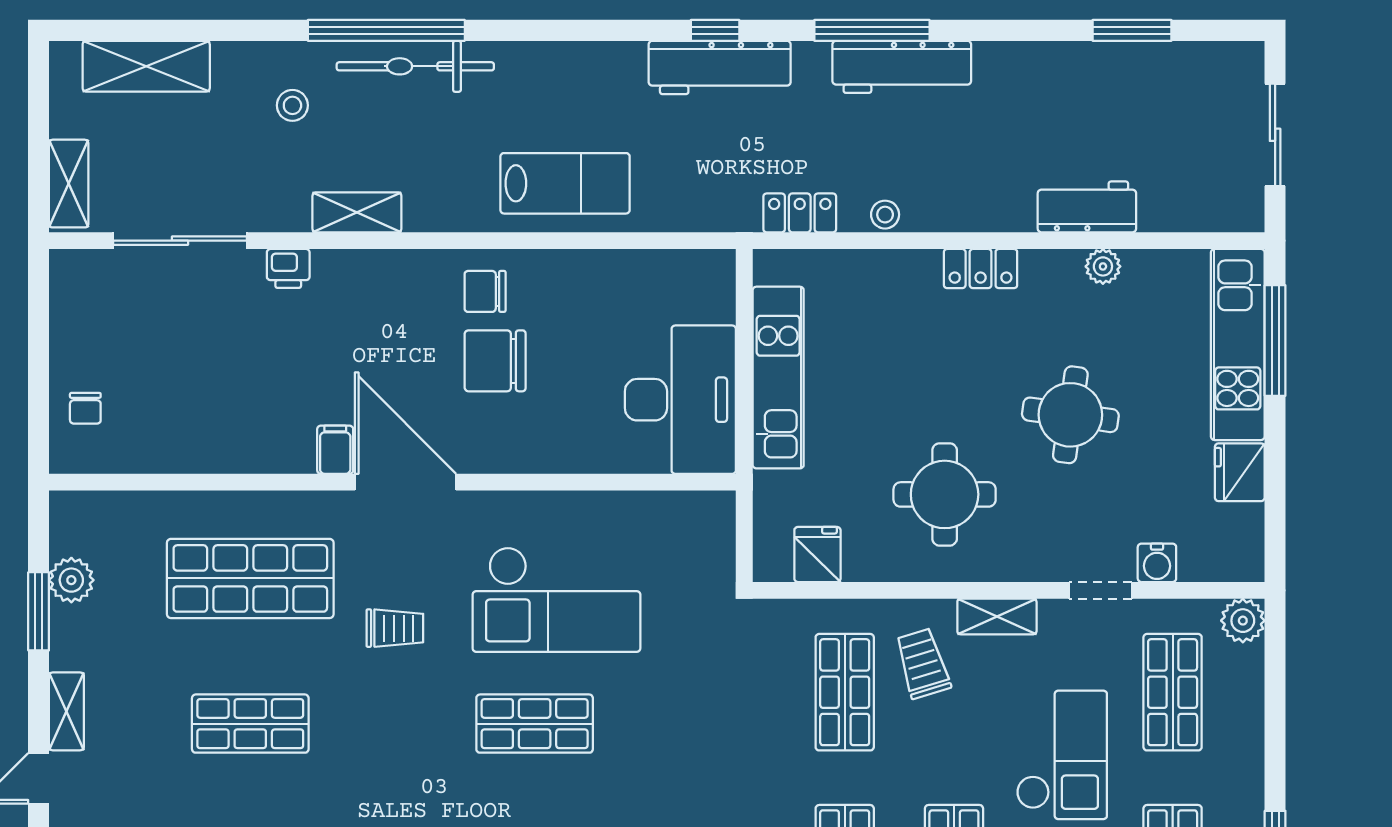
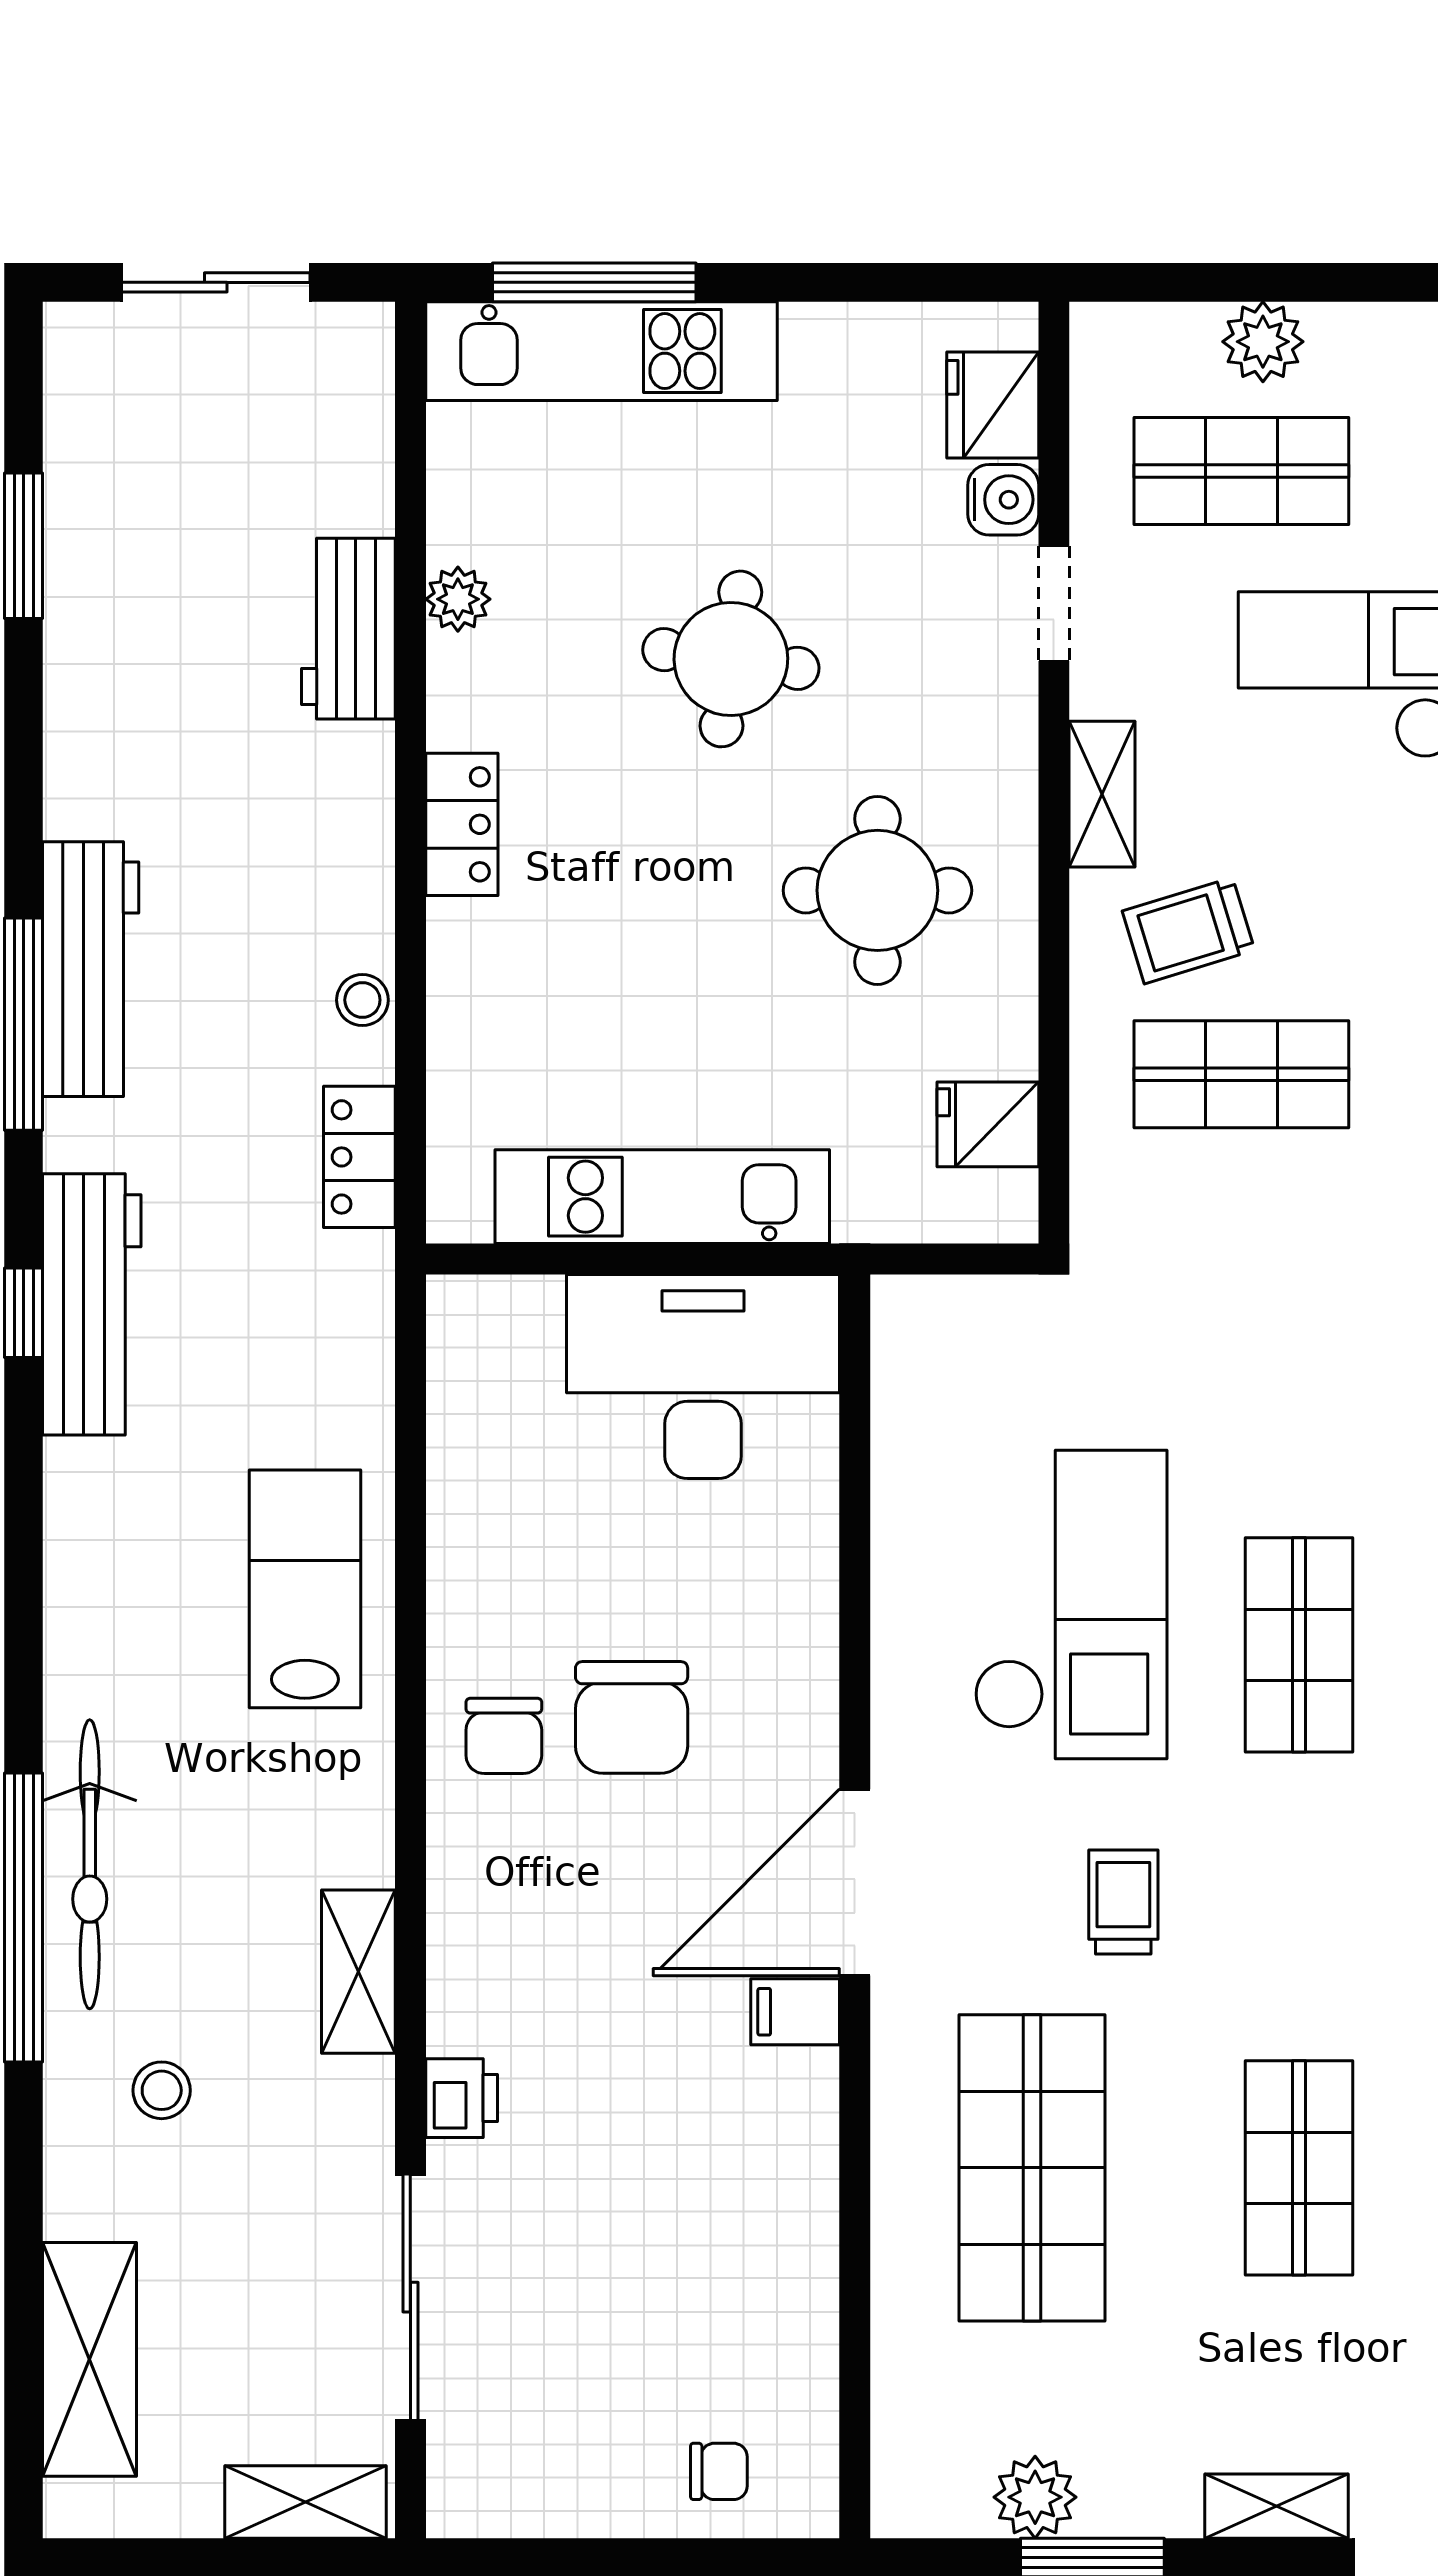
fridge: (1240, 472) -> (993, 405), moved, turned 90
plant: (1243, 621) -> (1263, 342), moved

